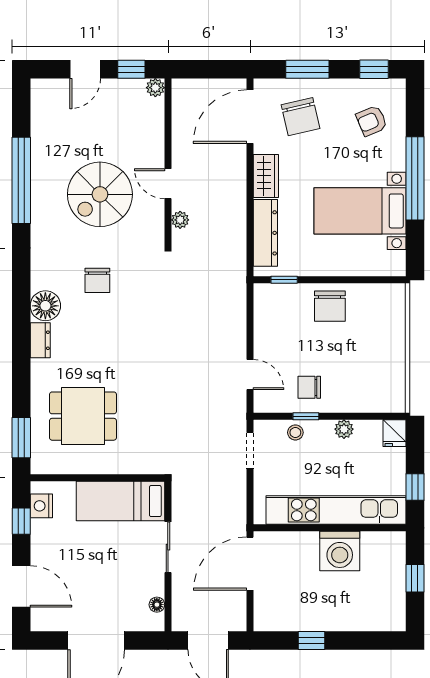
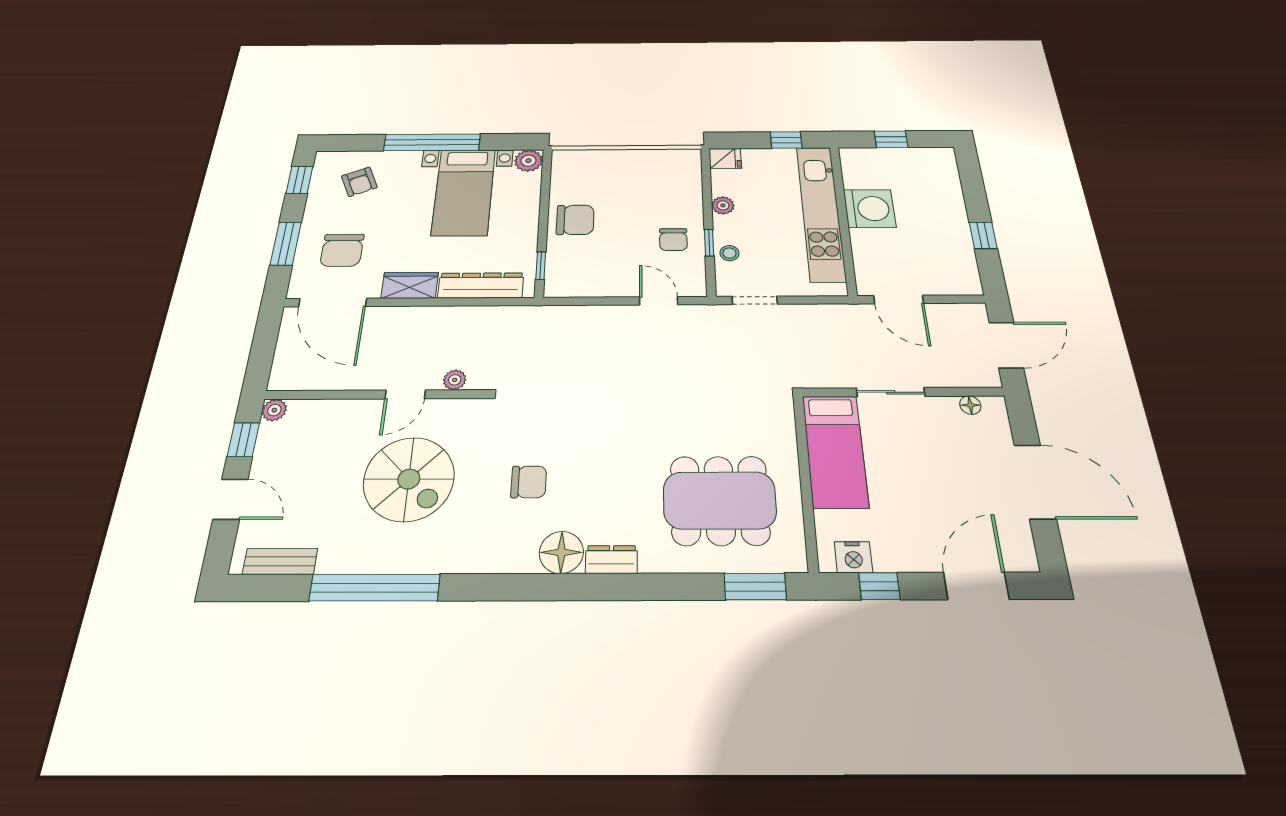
bench: (40, 113) -> (280, 561), added
chair: (300, 117) -> (342, 250), turned 103
plant: (394, 264) -> (528, 161), added
door: (250, 375) -> (659, 301), hinge flipped
dining table: (83, 416) -> (720, 500), width x1.38
door: (250, 564) -> (899, 300), width x0.73

